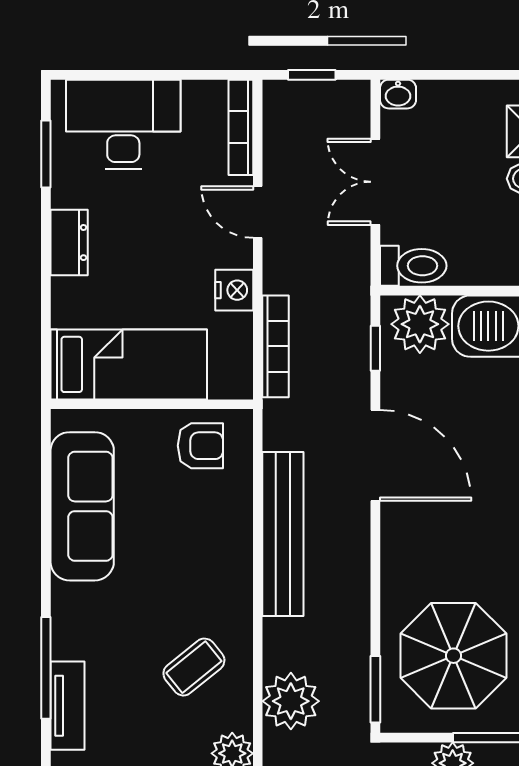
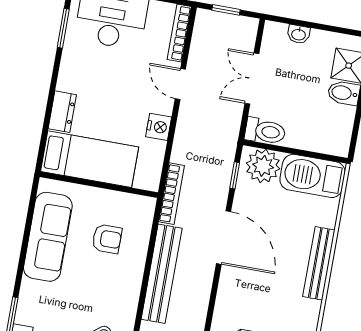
washbasin: (398, 94) -> (299, 34), moved
dresser: (69, 243) -> (62, 112), moved
bookcase: (275, 346) -> (171, 194), moved
armchair: (200, 446) -> (107, 239), moved

